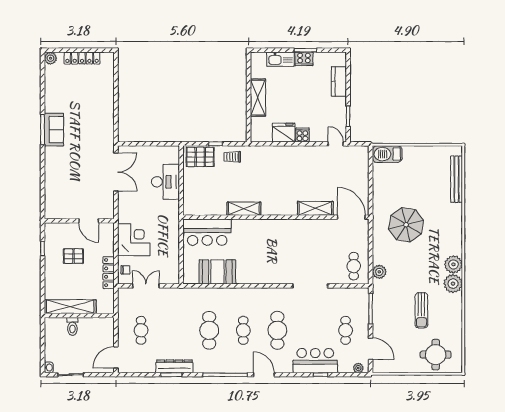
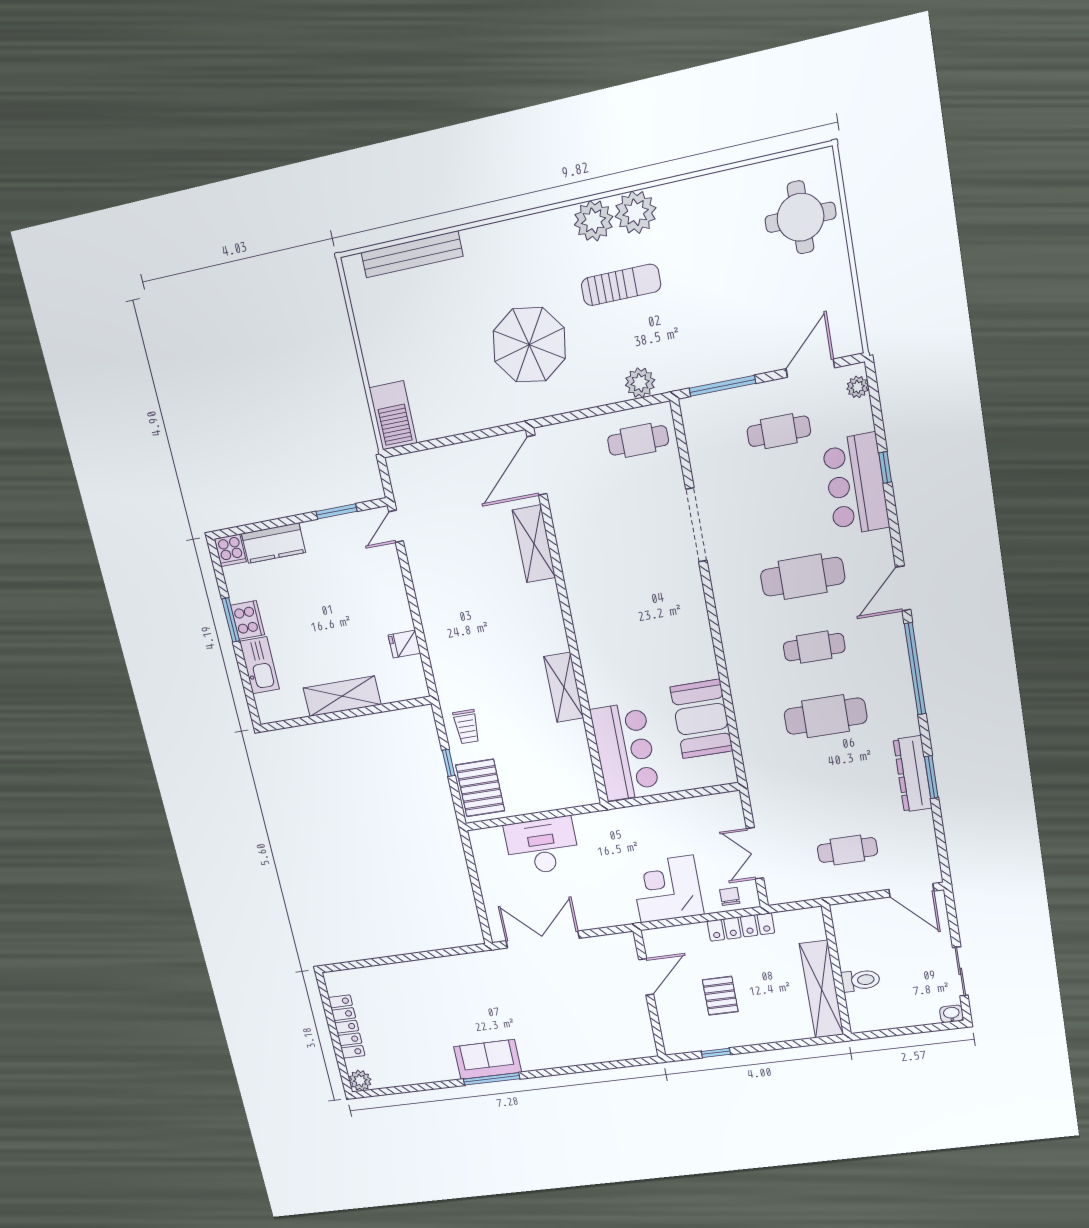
fridge: (284, 133) -> (404, 644), width x0.53, depth x0.75
cooker: (302, 135) -> (231, 550), moved, turned -90
sun lounger: (421, 310) -> (621, 285), moved

